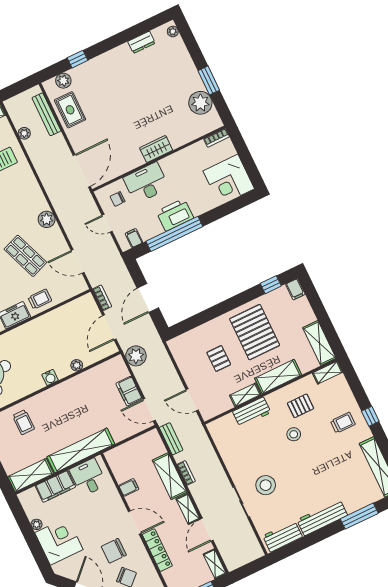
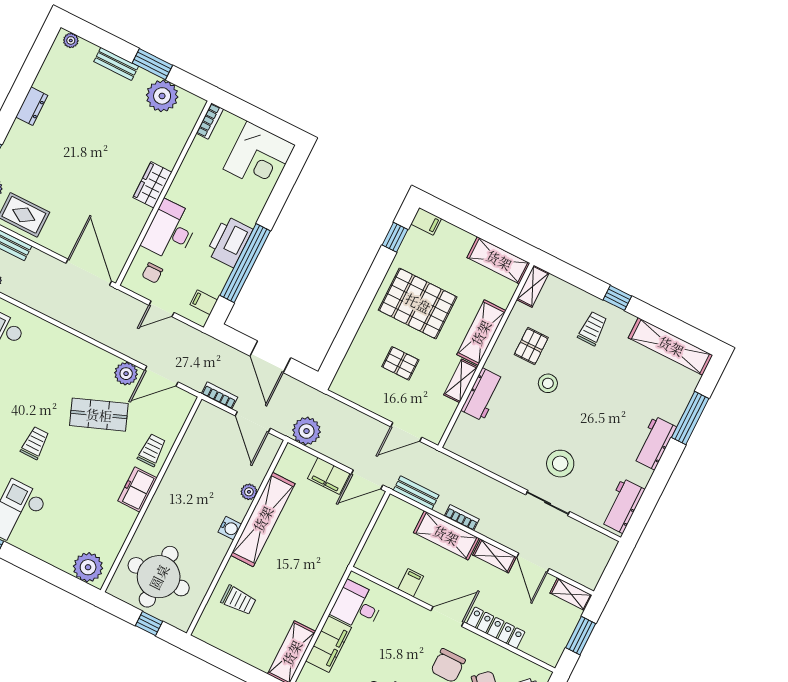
dresser: (141, 42) -> (32, 106), moved
bench: (188, 65) -> (116, 64), added
plant: (47, 219) -> (126, 374), moved
shelving: (81, 450) -> (263, 519), moved
workbench: (322, 518) -> (655, 443), width x0.73

